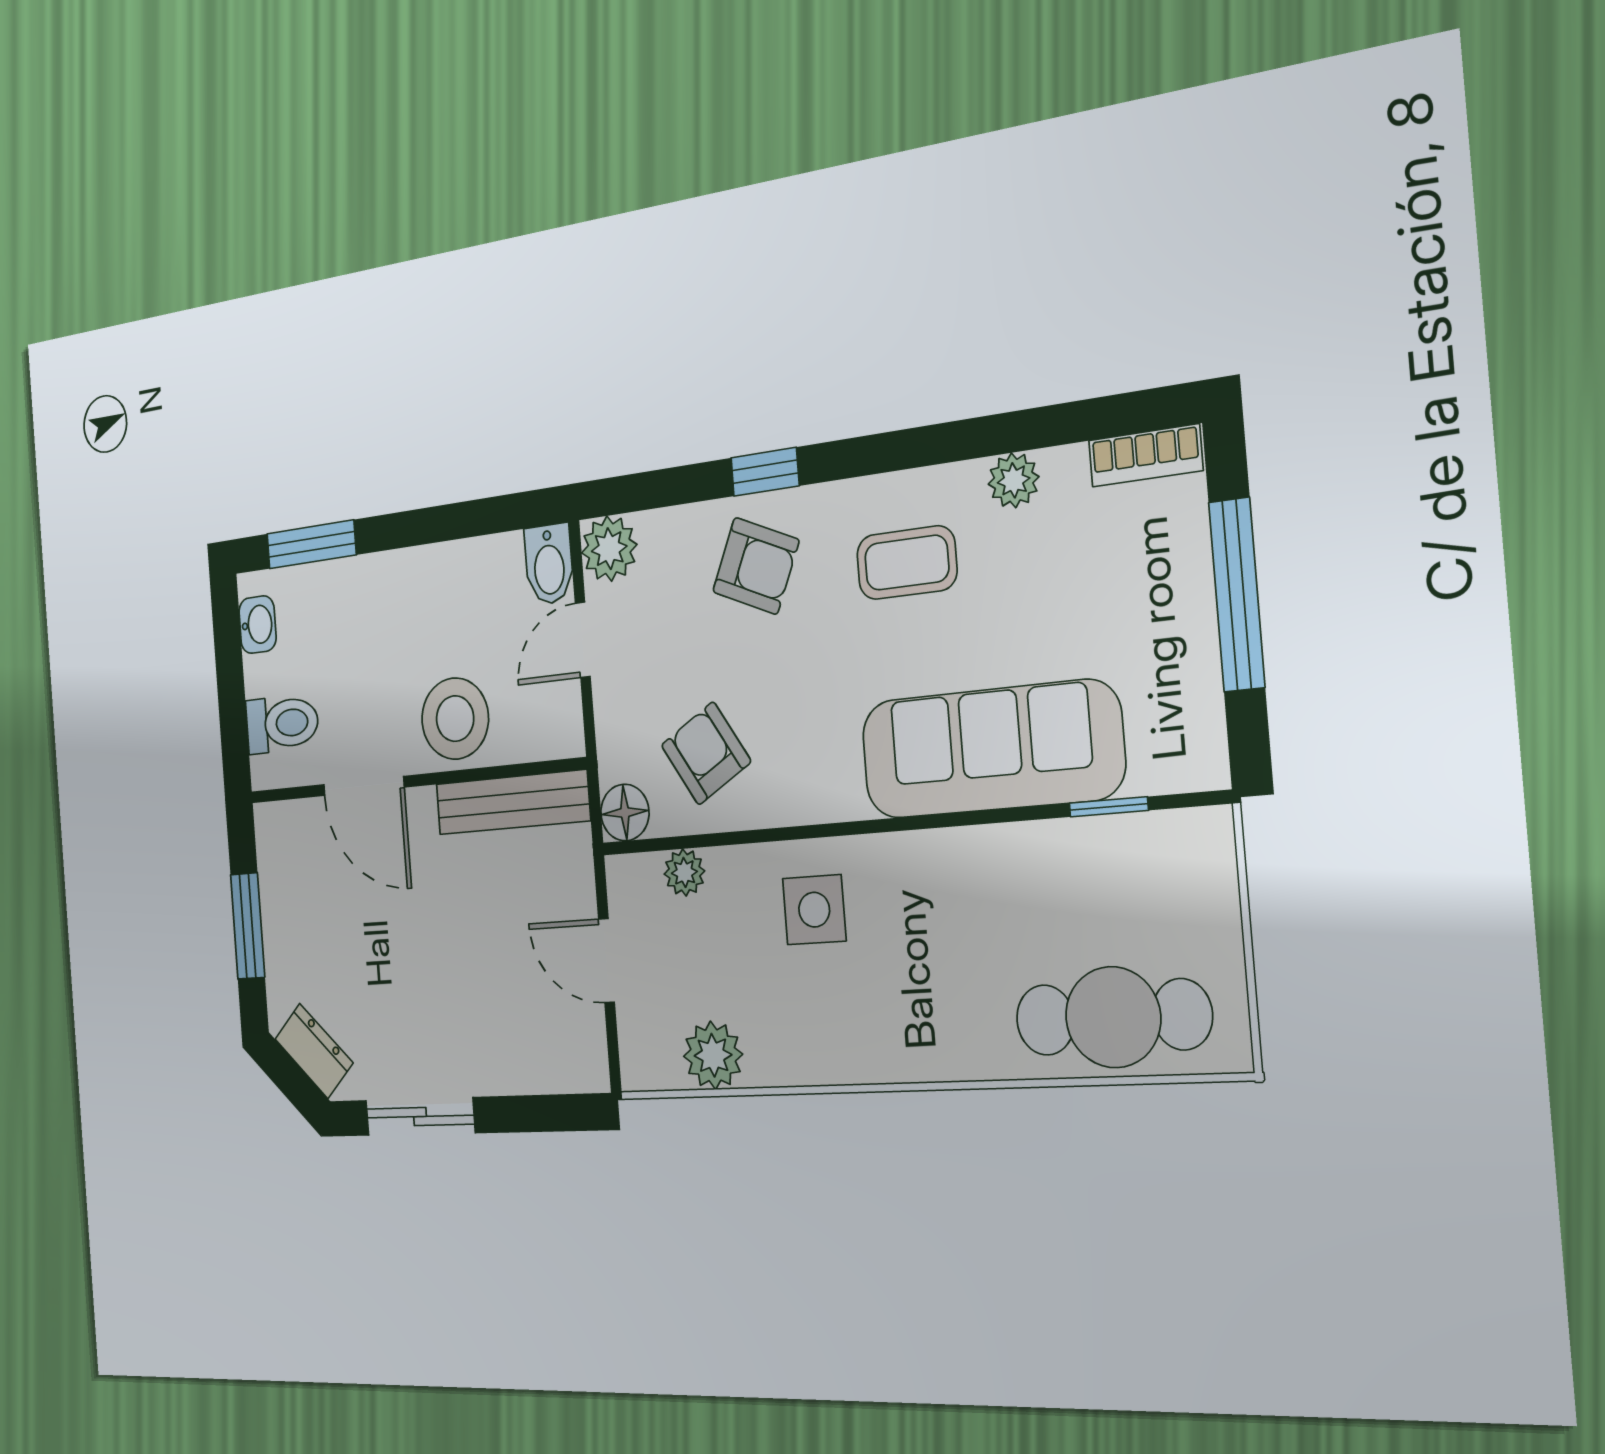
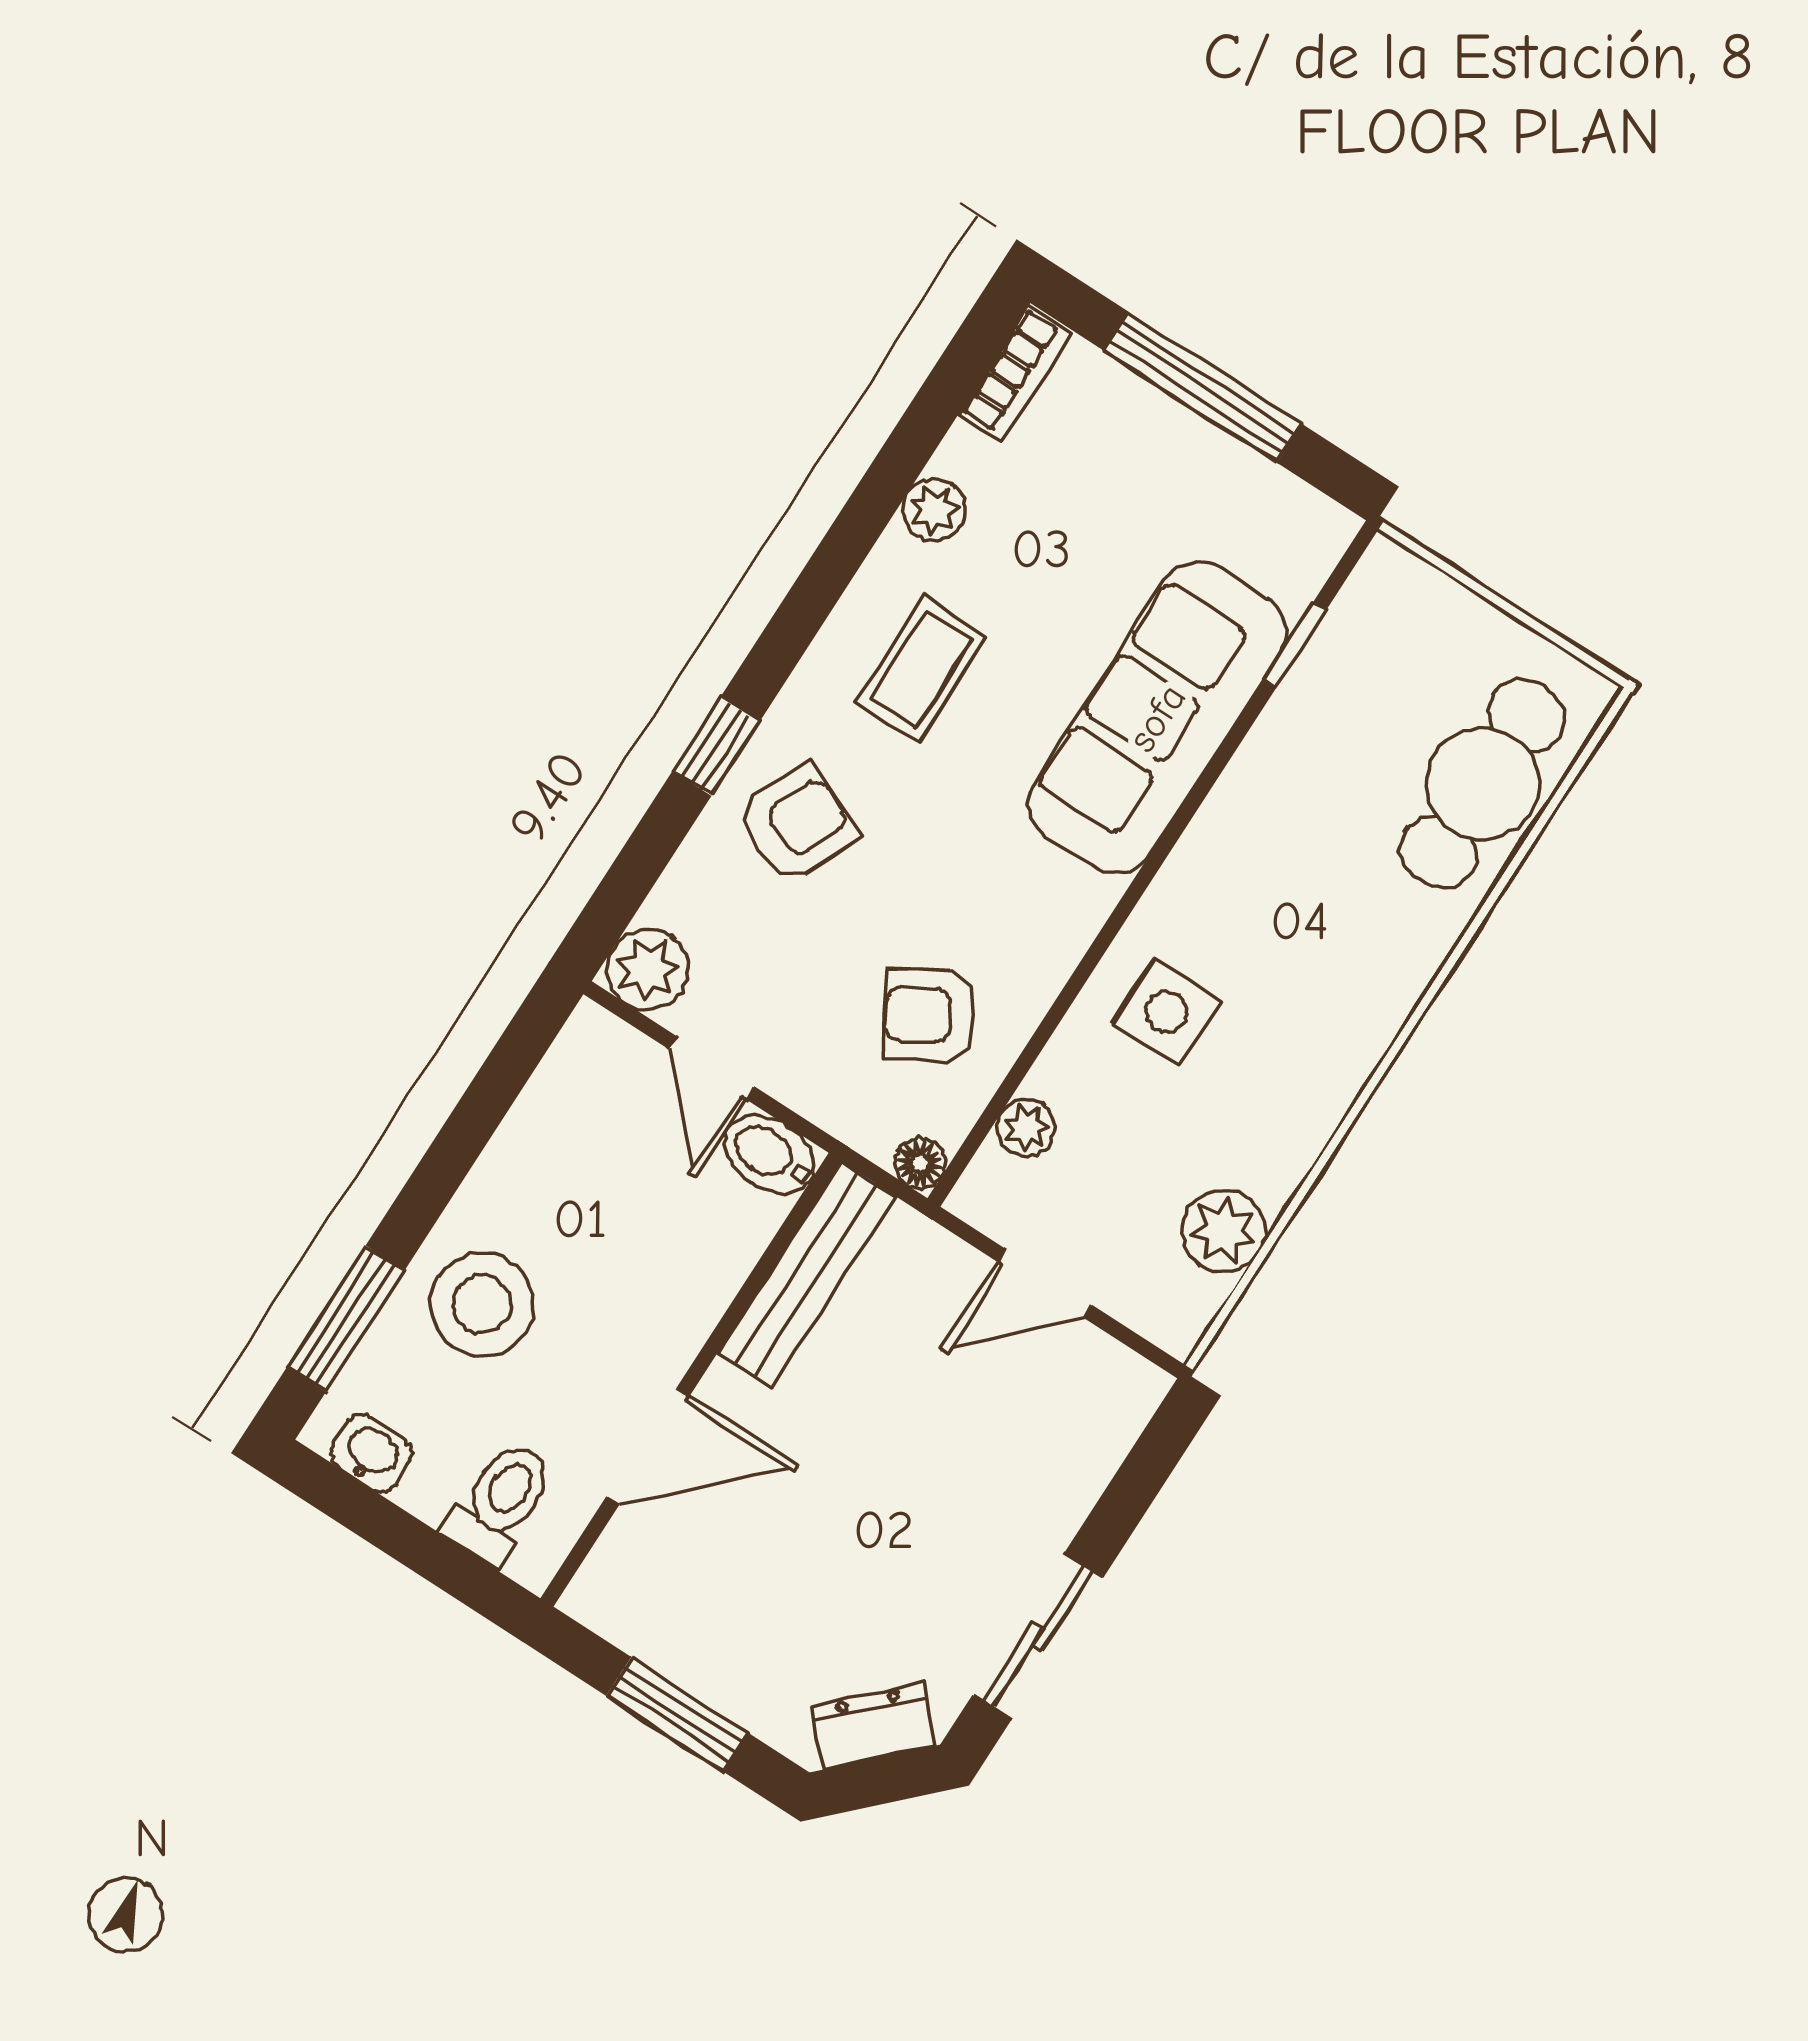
bidet: (549, 564) -> (770, 1155), moved, turned 180
stool: (455, 719) -> (482, 1304), moved
floor lamp: (625, 813) -> (920, 1163), width x0.73, depth x0.73

